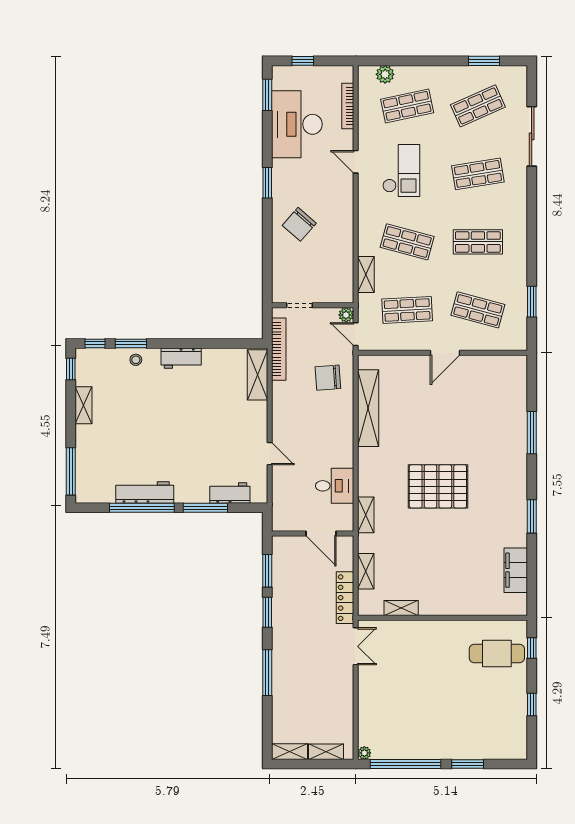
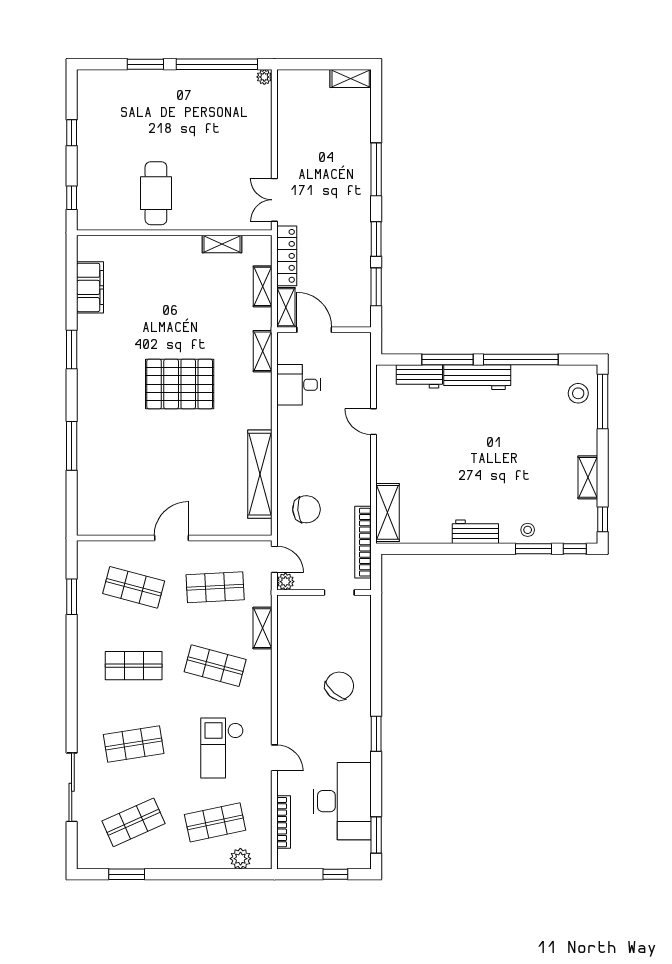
stool: (92, 478) -> (578, 393), added
workbench: (145, 492) -> (477, 377), moved
cafe table: (497, 653) -> (156, 193), moved, turned 90
shelving: (326, 752) -> (286, 307), moved, turned 90

